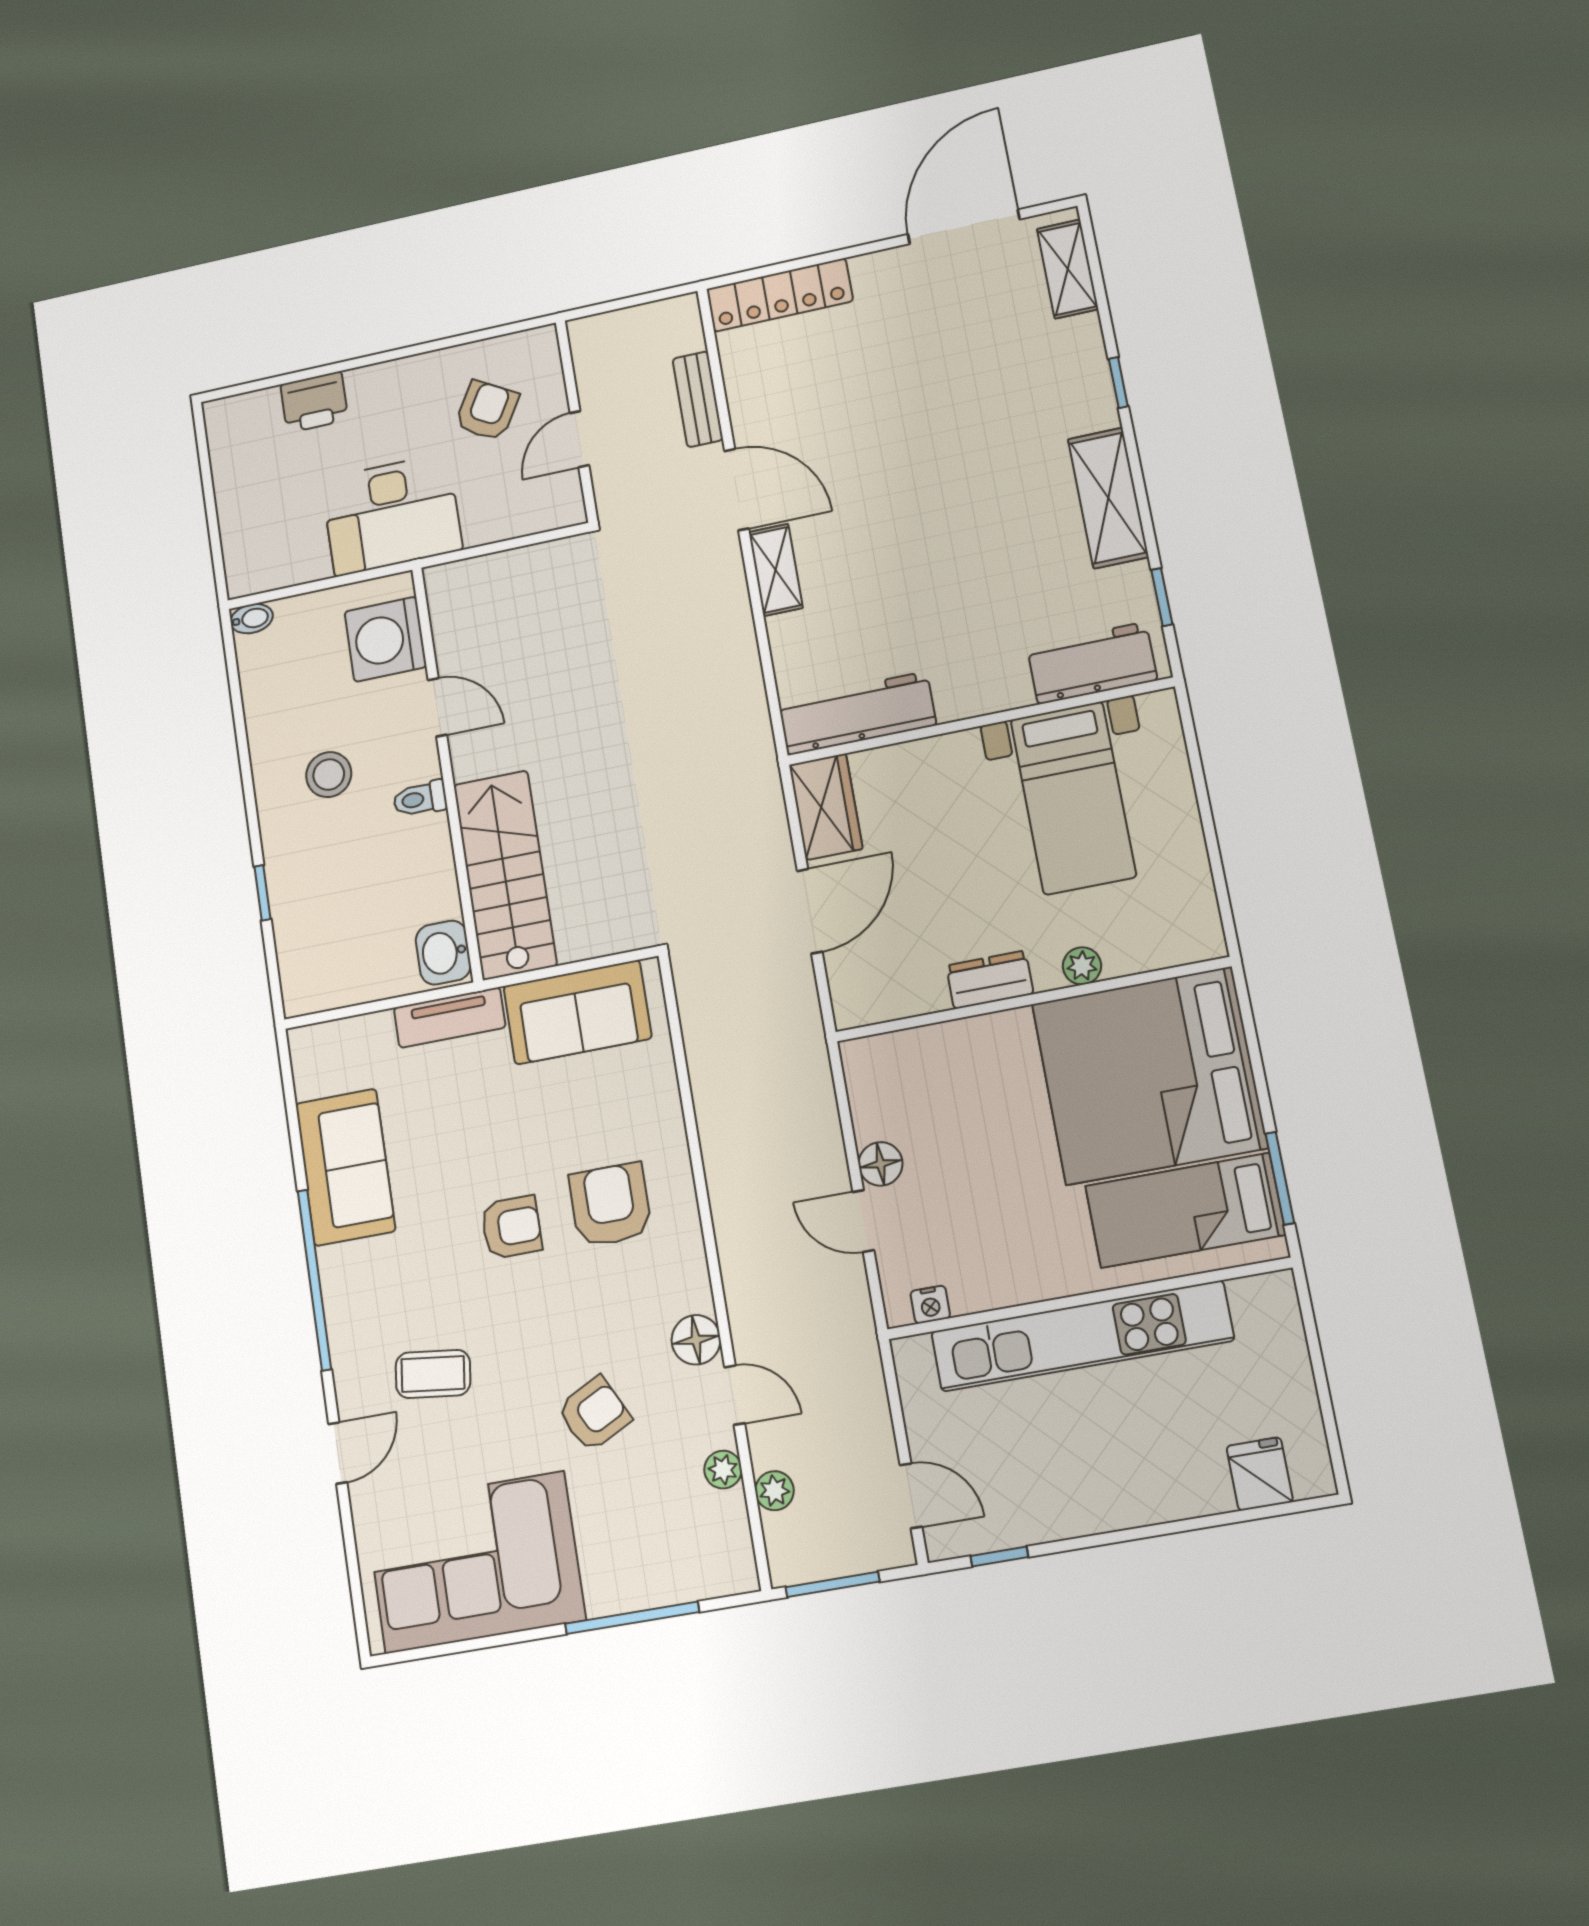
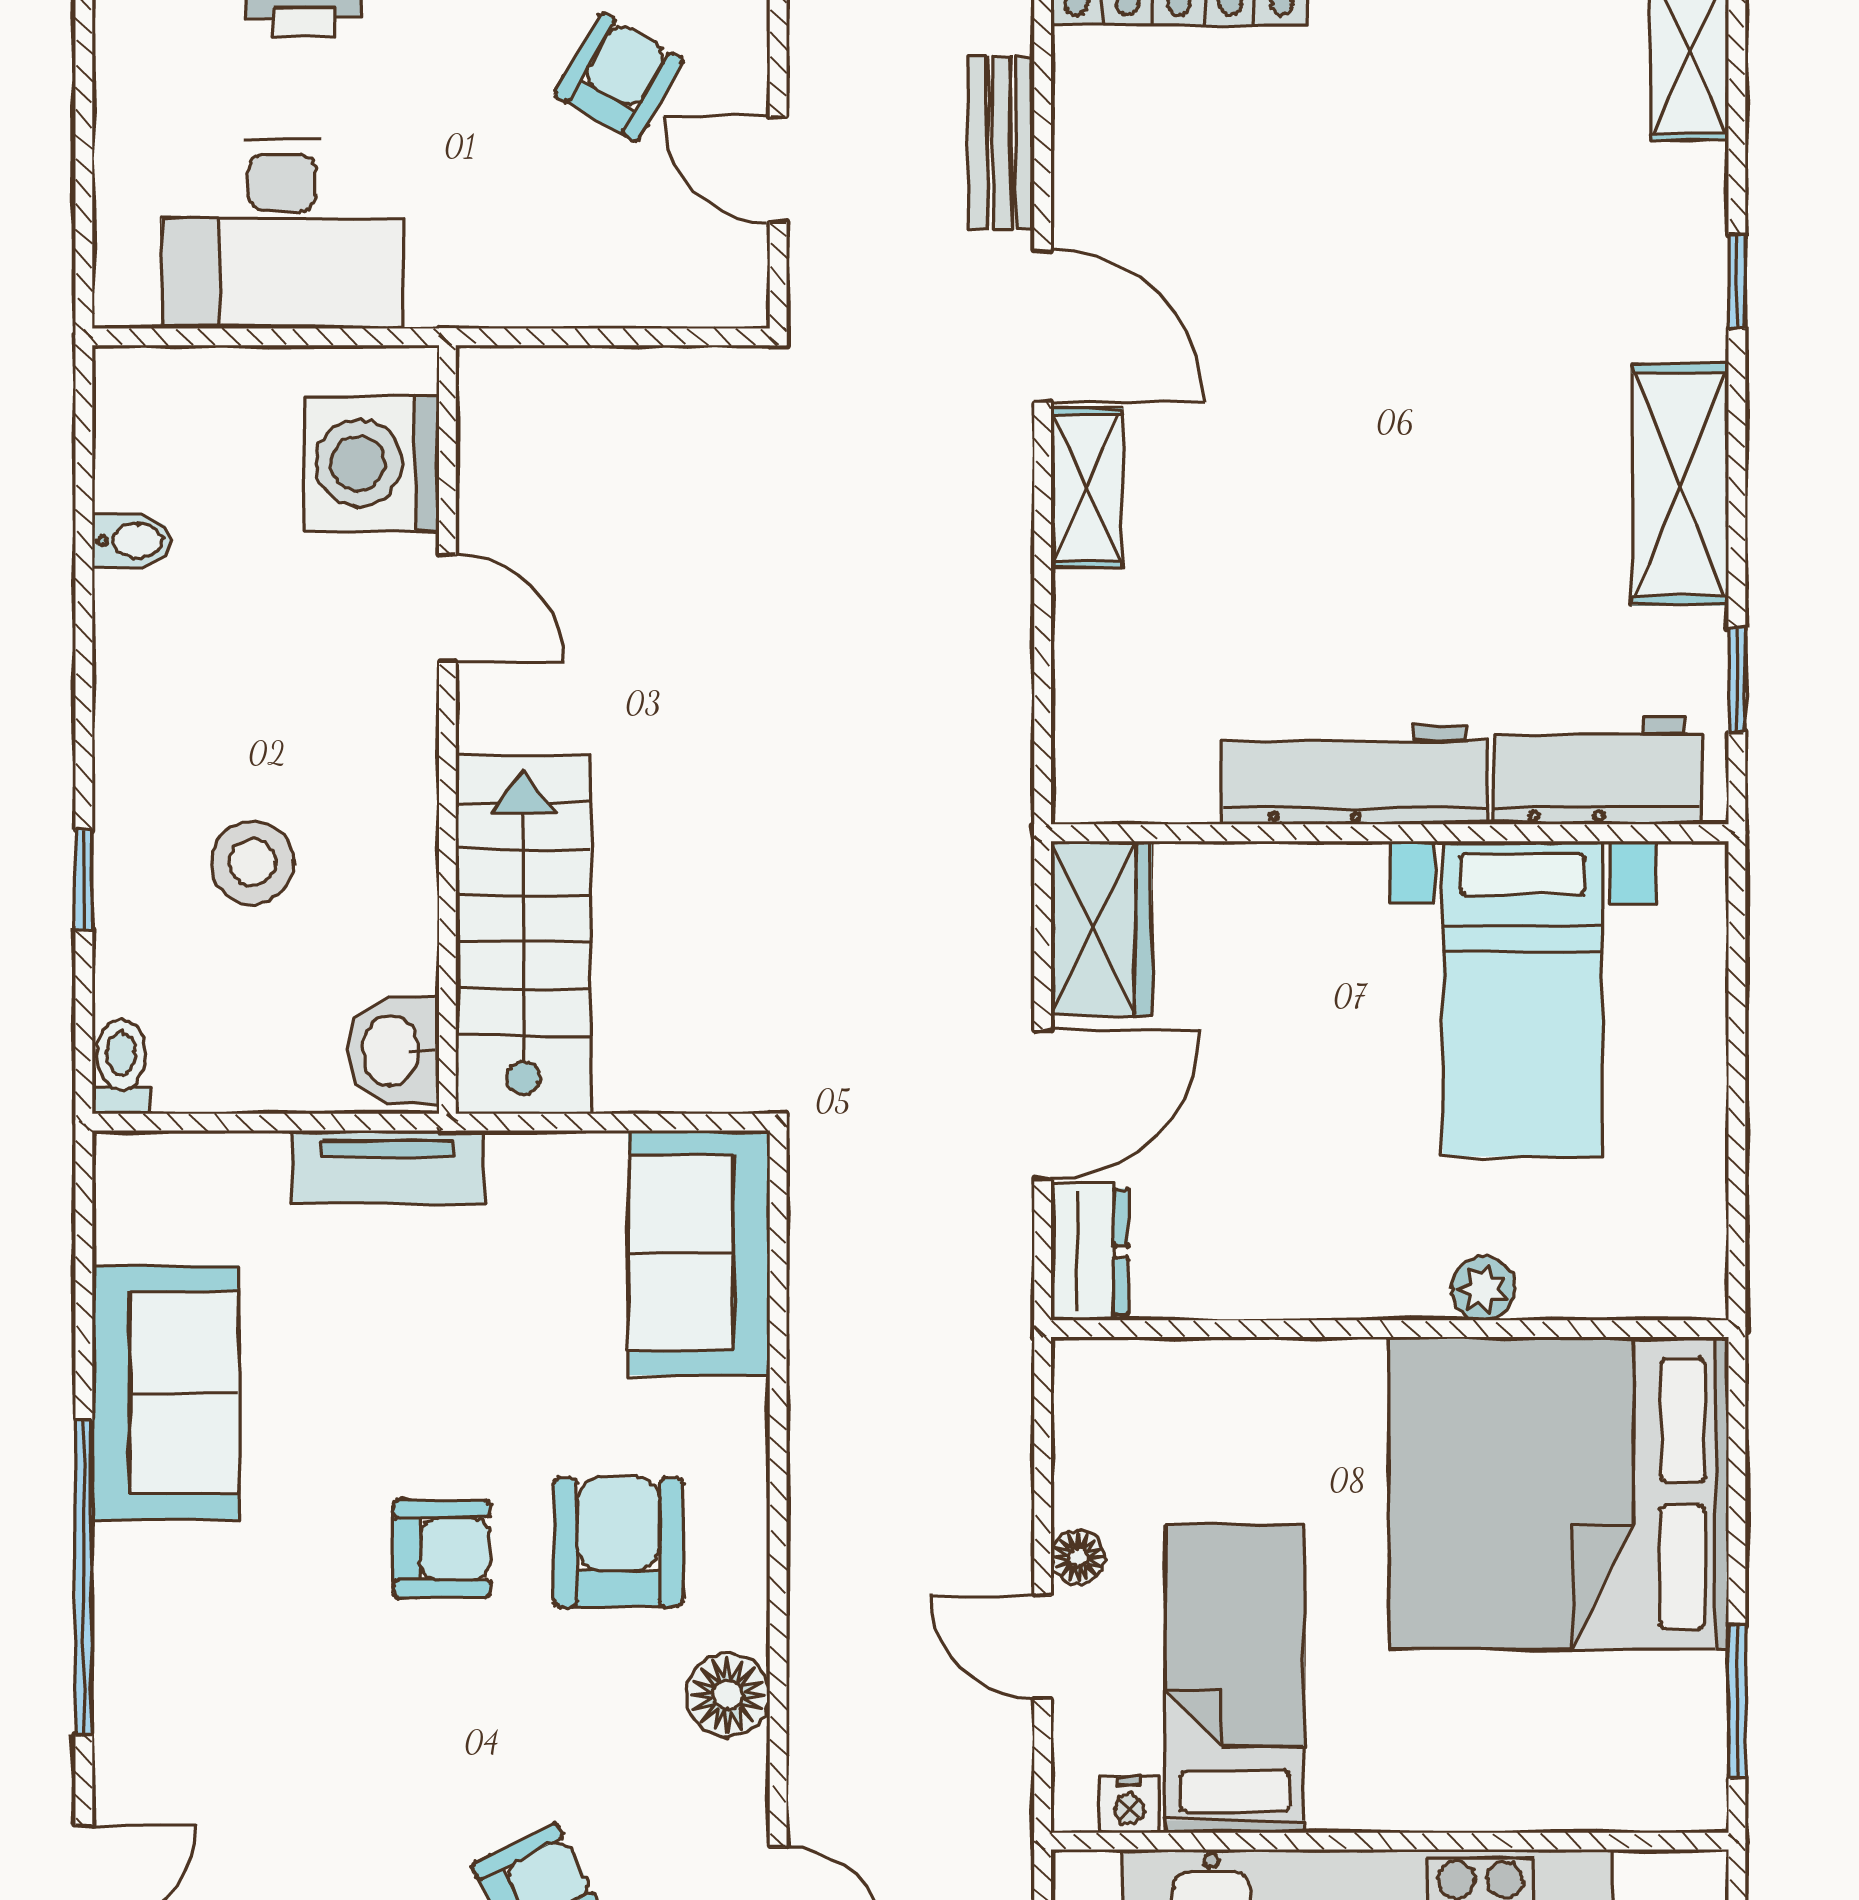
door: (579, 439) -> (778, 169), hinge flipped
desk: (392, 515) -> (282, 234), moved
bidet: (252, 619) -> (132, 541), moved
workbench: (857, 713) -> (1355, 775), moved
stool: (329, 775) -> (252, 863), moved
toilet: (420, 799) -> (121, 1067), moved, turned 90
dresser: (990, 980) -> (1089, 1252), moved, turned 90
sofa: (577, 1012) -> (699, 1253), moved, turned 90
floor lamp: (881, 1164) -> (1078, 1557), width x0.73, depth x0.73
bed: (1185, 1210) -> (1235, 1679), moved, turned 90
floor lamp: (696, 1340) -> (728, 1695), moved
coffee table: (433, 1374) -> (269, 1772), removed

